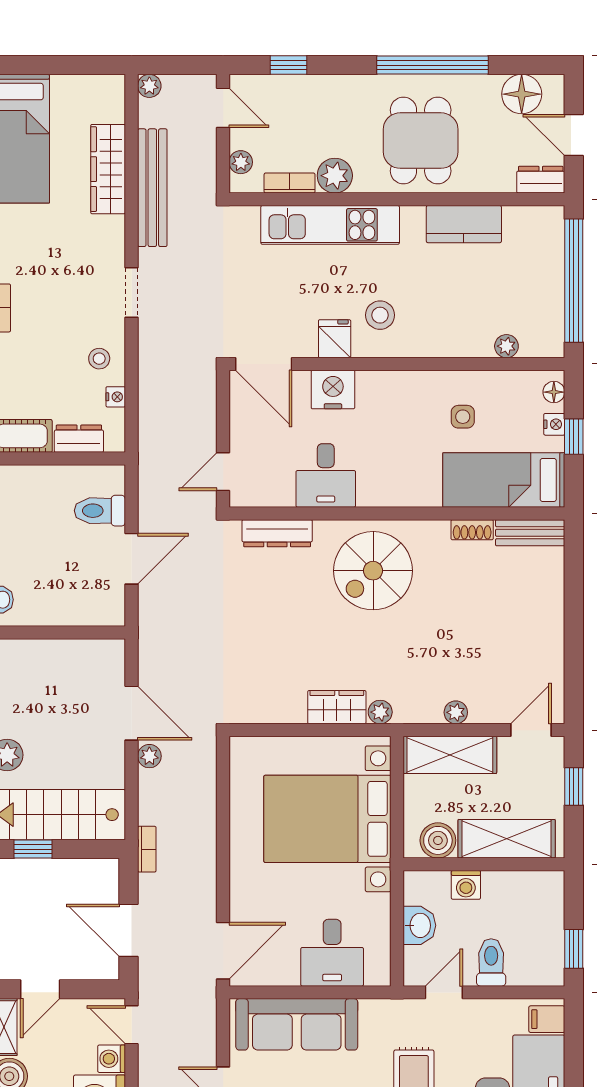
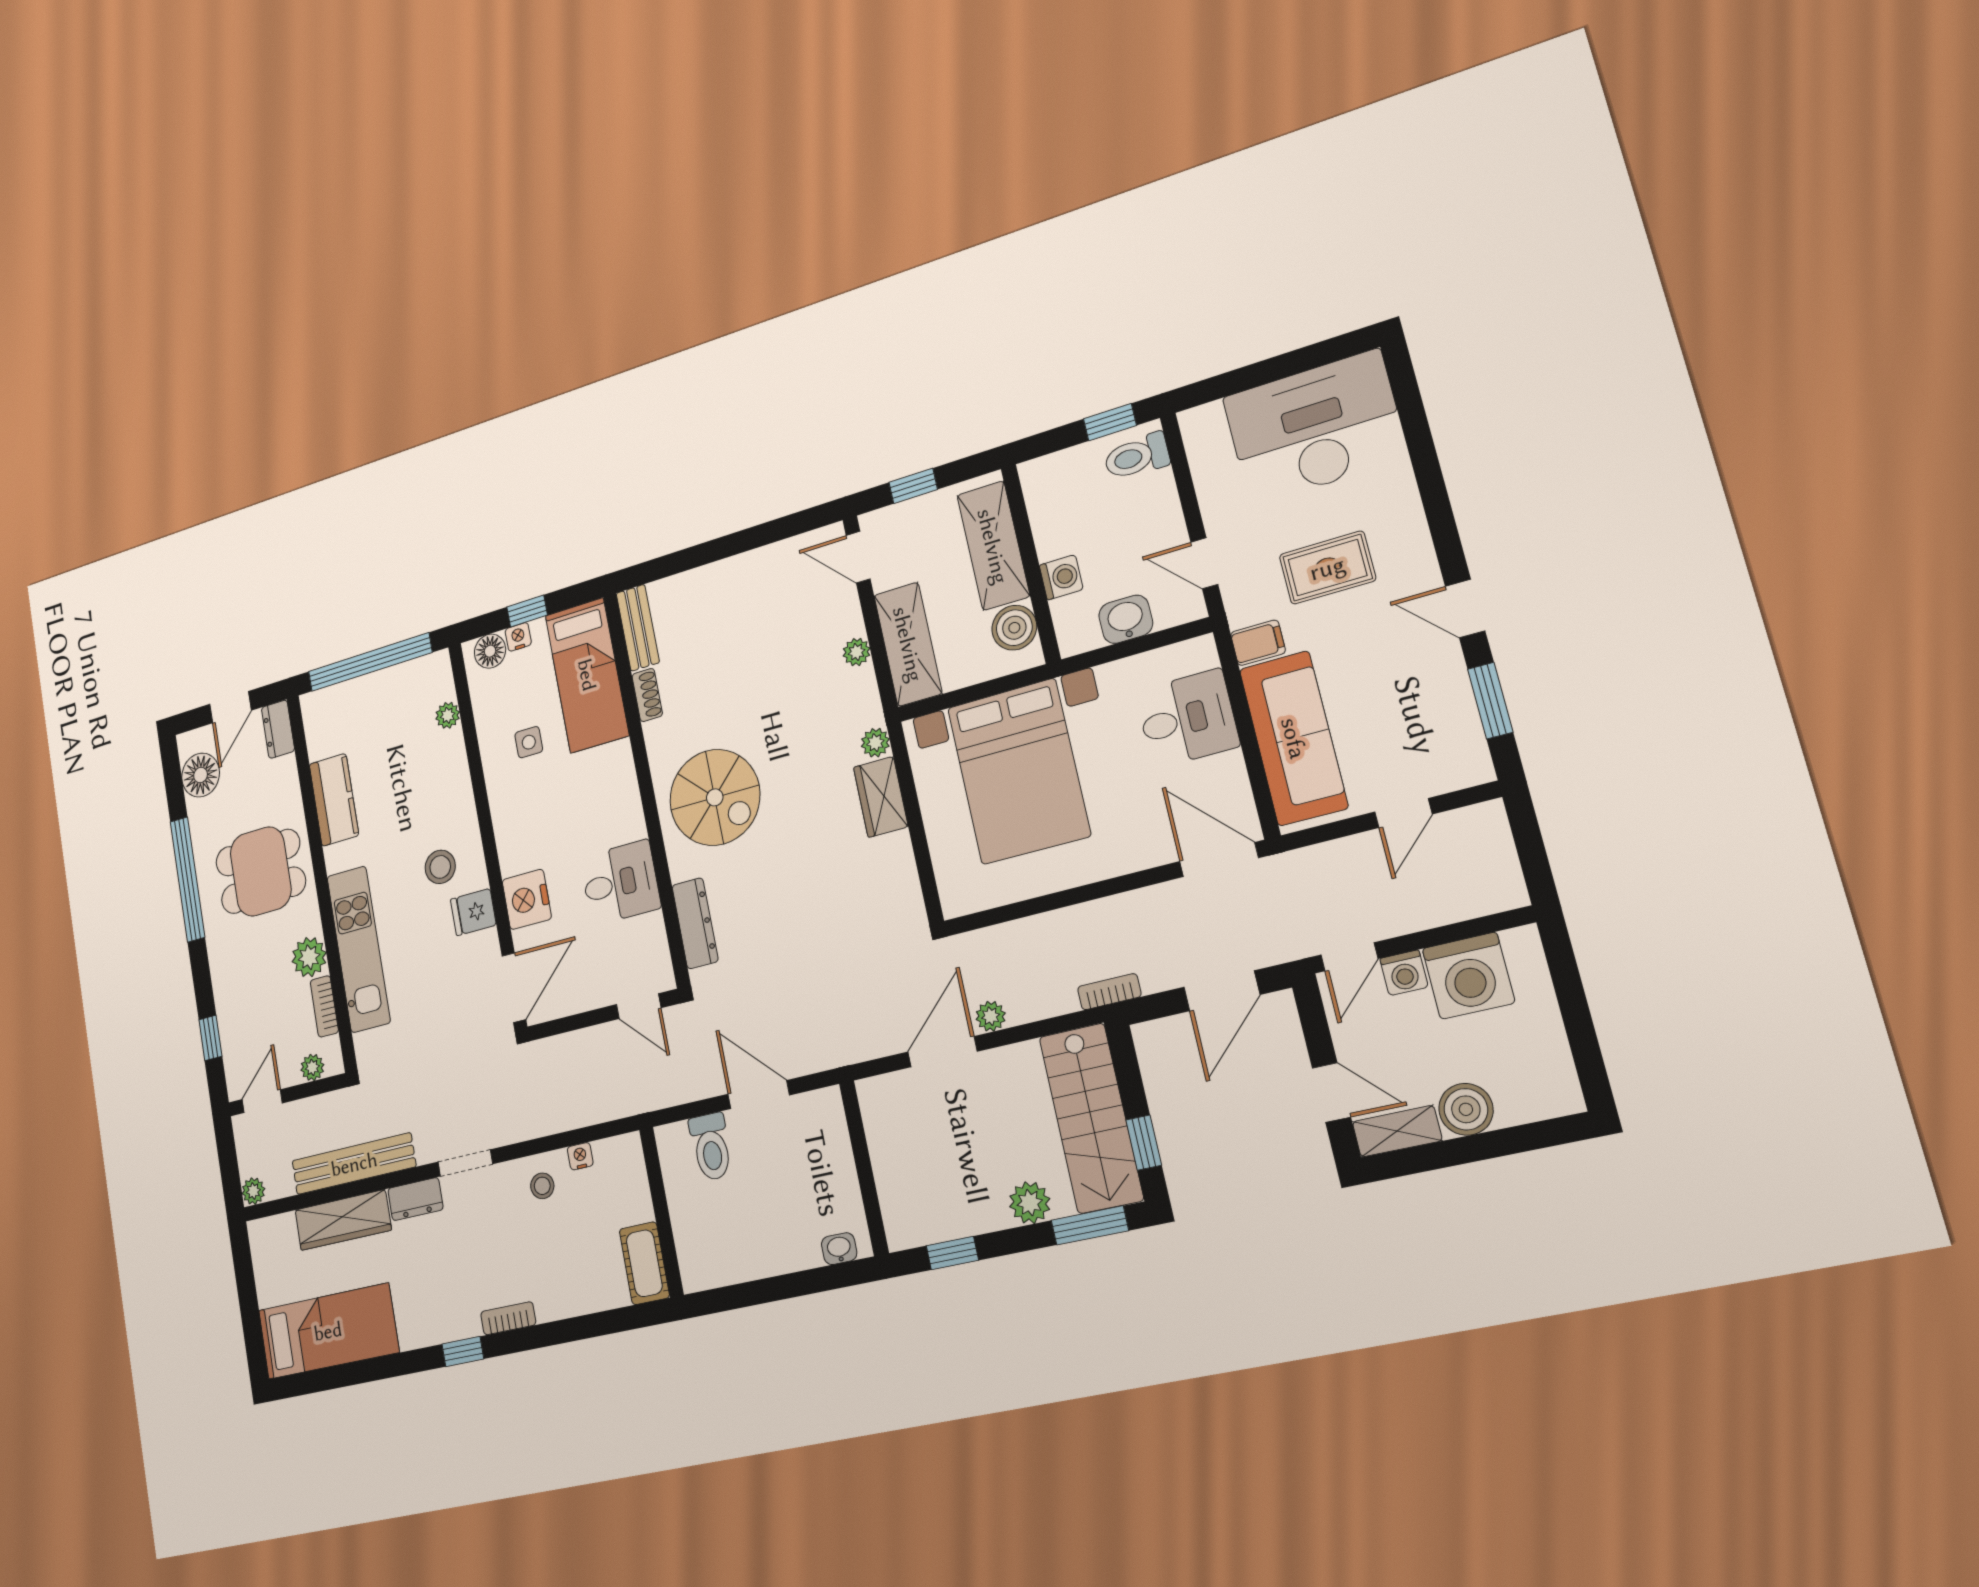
floor lamp: (554, 392) -> (490, 651), width x1.37, depth x1.37
dresser: (79, 439) -> (415, 1199), moved, turned -90
toilet: (491, 962) -> (1137, 456), moved
filing cabinet: (547, 1019) -> (1258, 643), moved, turned -90

